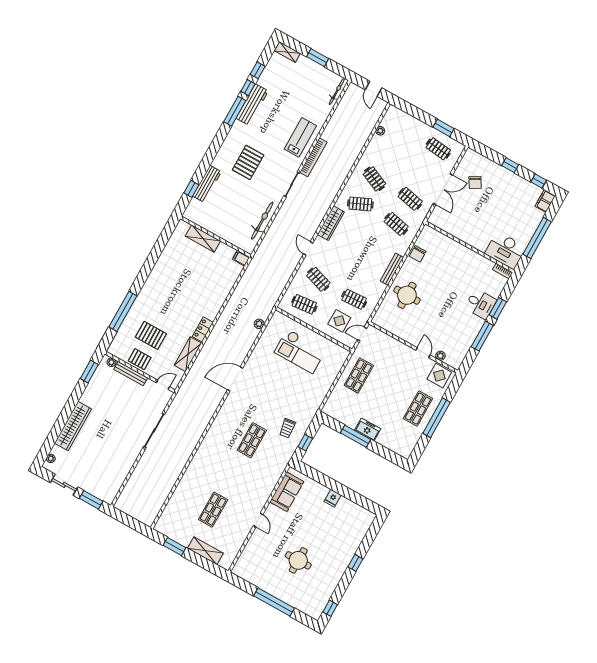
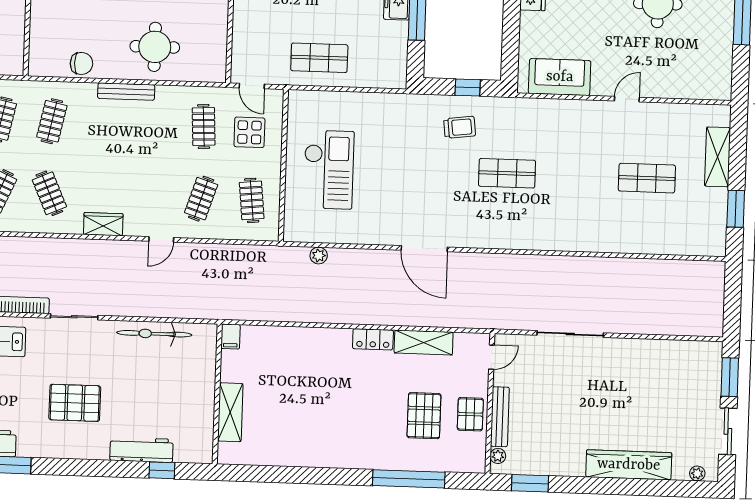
wardrobe: (331, 223) -> (103, 224), width x0.67
door: (163, 385) -> (492, 357), swing flipped

